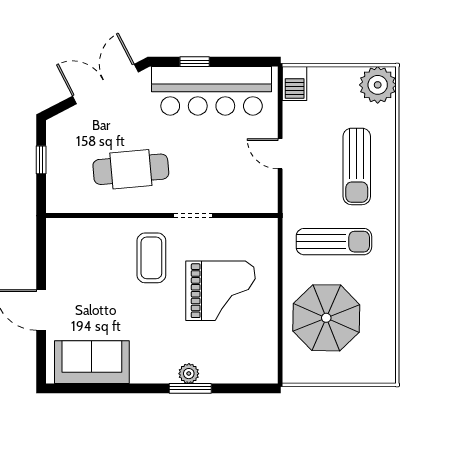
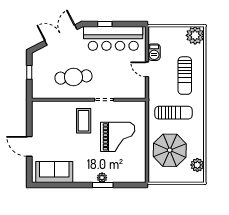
barbecue: (295, 83) -> (154, 52), moved
plant: (382, 348) -> (197, 165), added

